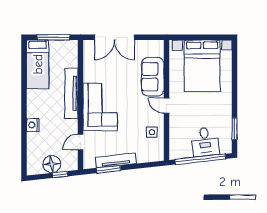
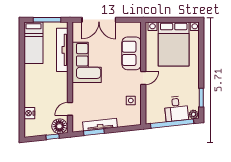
tv unit: (71, 93) -> (62, 50), moved
door: (167, 106) -> (143, 78), swing flipped
corner sofa: (100, 107) -> (87, 62), moved
nightstand: (33, 125) -> (29, 113), moved
plant: (225, 148) -> (194, 114), added
floor lamp: (52, 164) -> (59, 126), moved

